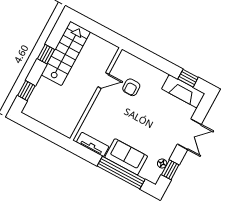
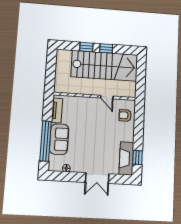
stairs: (66, 53) -> (104, 66), width x1.36, depth x1.51
armchair: (131, 87) -> (125, 115), moved
window: (26, 91) -> (86, 47), moved
window: (170, 170) -> (64, 176), removed

